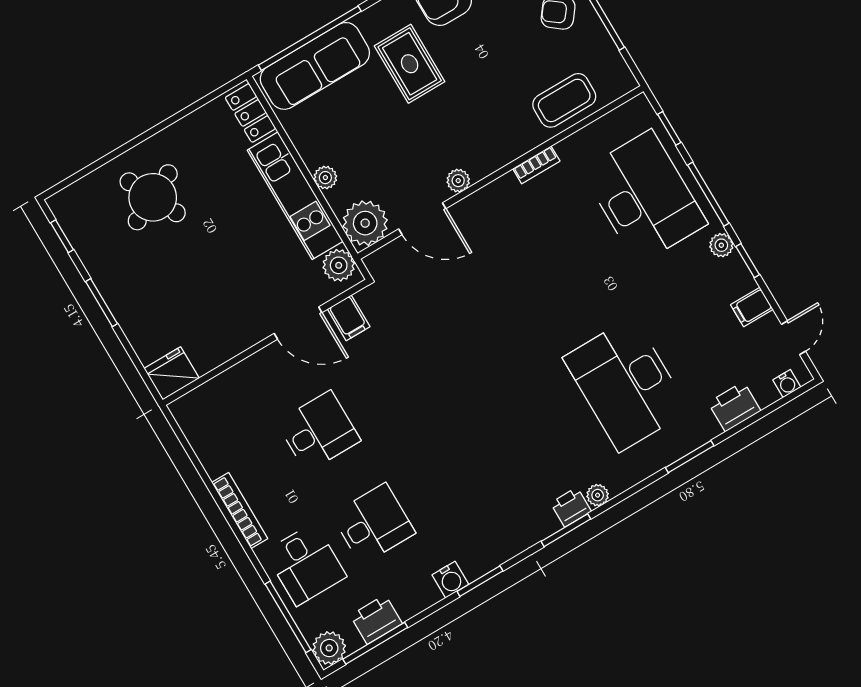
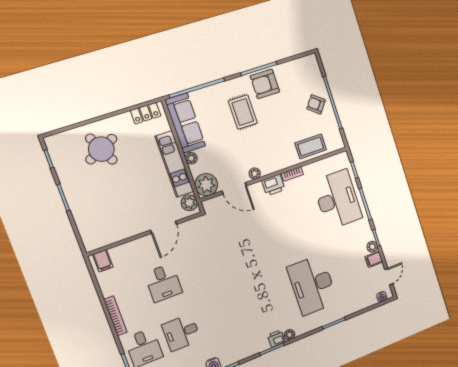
sofa: (315, 66) -> (185, 123), moved, turned -90
locker: (250, 113) -> (146, 113), moved, turned -90
plant: (721, 245) -> (372, 247), moved
filing cabinet: (349, 318) -> (103, 261), moved
door: (298, 323) -> (164, 227), hinge flipped
fridge: (172, 373) -> (94, 241), removed
printer: (734, 407) -> (273, 185), moved, turned 180
desk: (319, 431) -> (163, 283), turned 90
desk: (373, 524) -> (181, 333), turned 180

